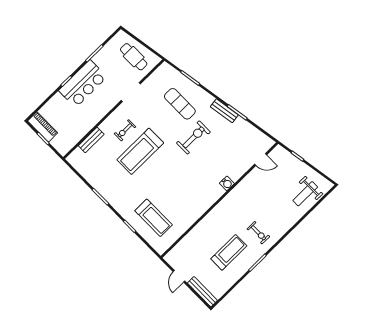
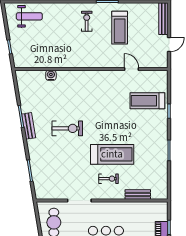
exercise mat: (180, 104) -> (54, 160), removed
exercise bike: (193, 137) -> (67, 128), turned 180
door: (261, 159) -> (132, 69), moved
water cooler: (227, 183) -> (51, 75), moved
treadmill: (154, 218) -> (147, 101), turned -90
treadmill: (229, 252) -> (120, 28), turned -90

